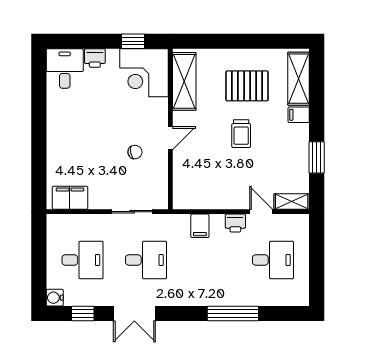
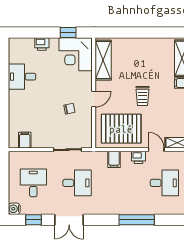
desk: (65, 69) -> (22, 77), moved, turned -90
pallet: (247, 86) -> (121, 129), moved, width x1.37, depth x1.41
filing cabinet: (70, 198) -> (25, 140), width x0.50
desk: (82, 260) -> (33, 183), turned -90

